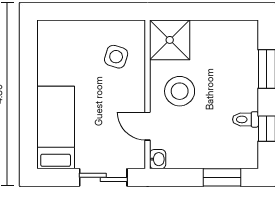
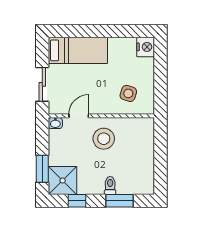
nightstand: (51, 32) -> (146, 47), added
shower: (170, 40) -> (63, 181), moved
toilet: (245, 119) -> (110, 186), moved

